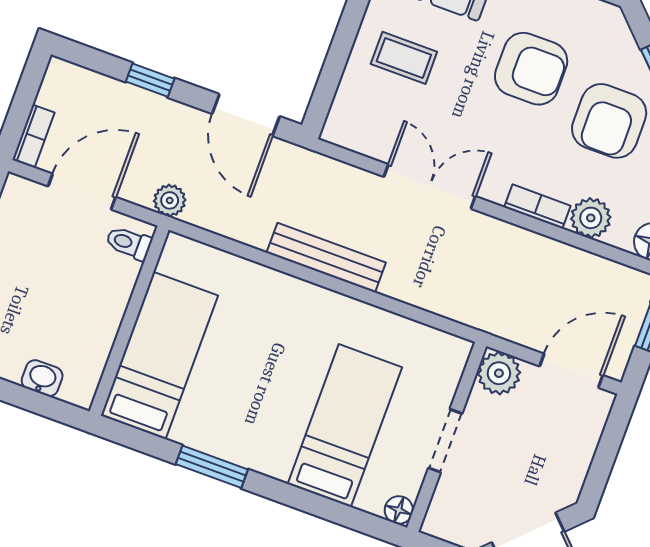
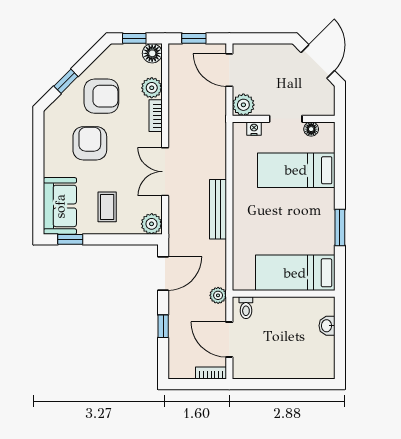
plant: (344, 127) -> (152, 224), added
nightstand: (449, 377) -> (254, 129), added
floor lamp: (399, 510) -> (311, 129), moved

